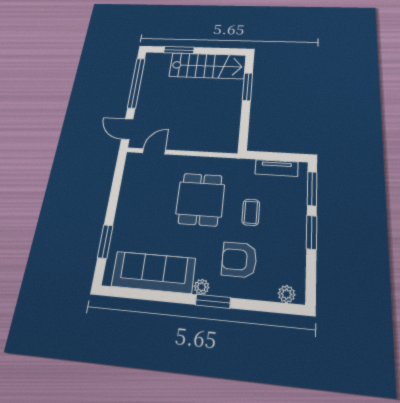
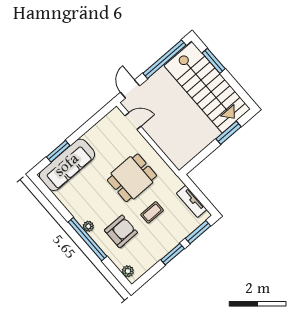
stairs: (208, 66) -> (207, 87), width x1.36, depth x1.51
armchair: (239, 260) -> (121, 231), turned 90
sofa: (154, 272) -> (67, 165), moved, turned 90
window: (213, 301) -> (88, 239), width x2.11

